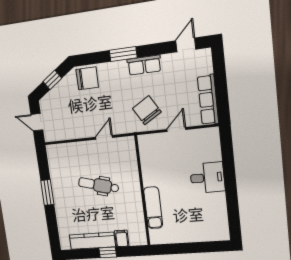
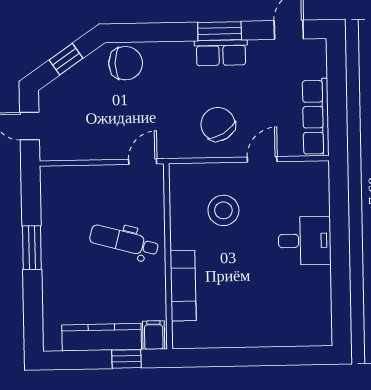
window: (123, 54) -> (220, 31), moved
stool: (155, 163) -> (223, 210), added
wall: (142, 191) -> (168, 256), moved
exam couch: (153, 208) -> (183, 286), moved

